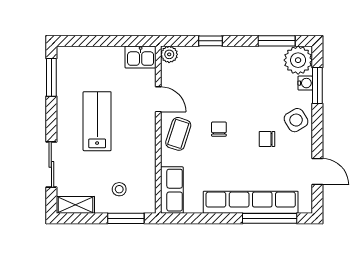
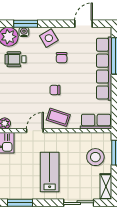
wheelchair: (265, 71) -> (16, 59), added
lab bench: (97, 121) -> (50, 172), turned 90
stool: (119, 189) -> (95, 157), width x1.89, depth x1.89

